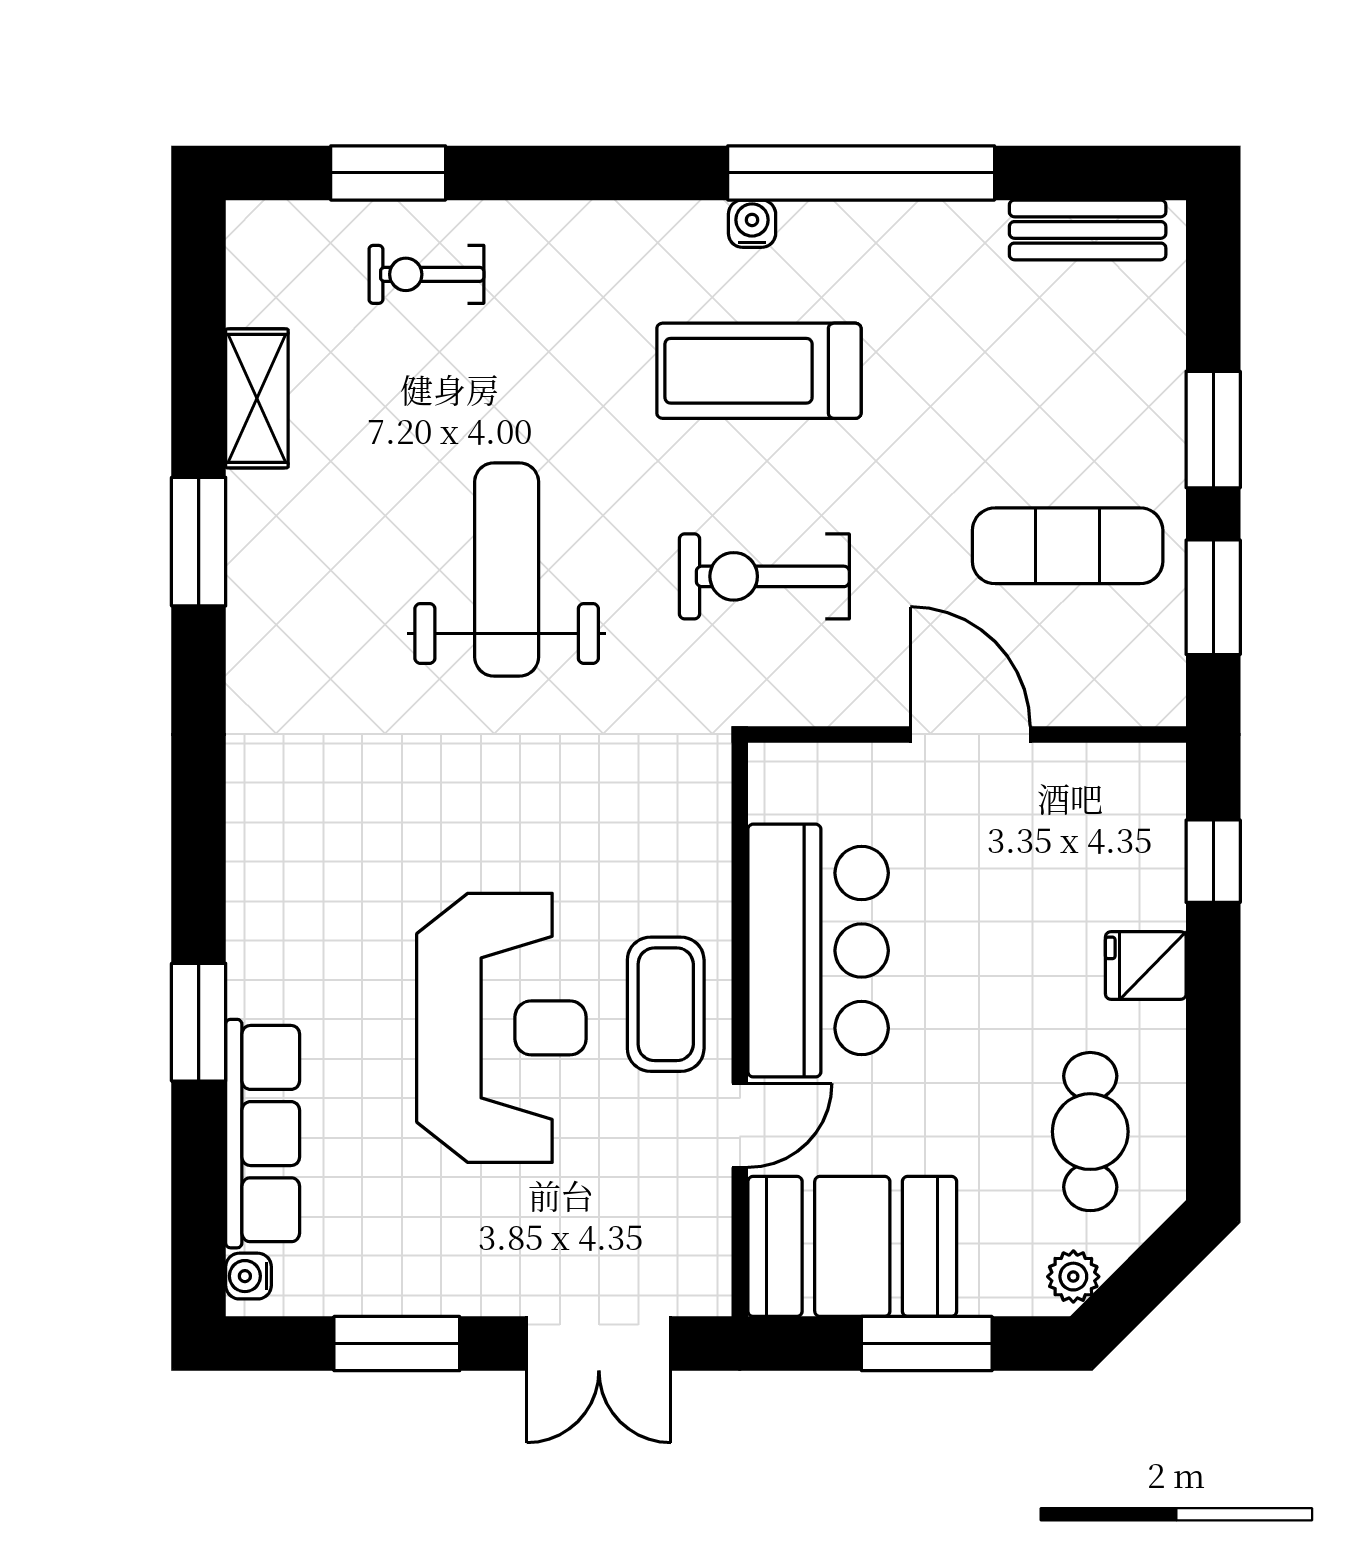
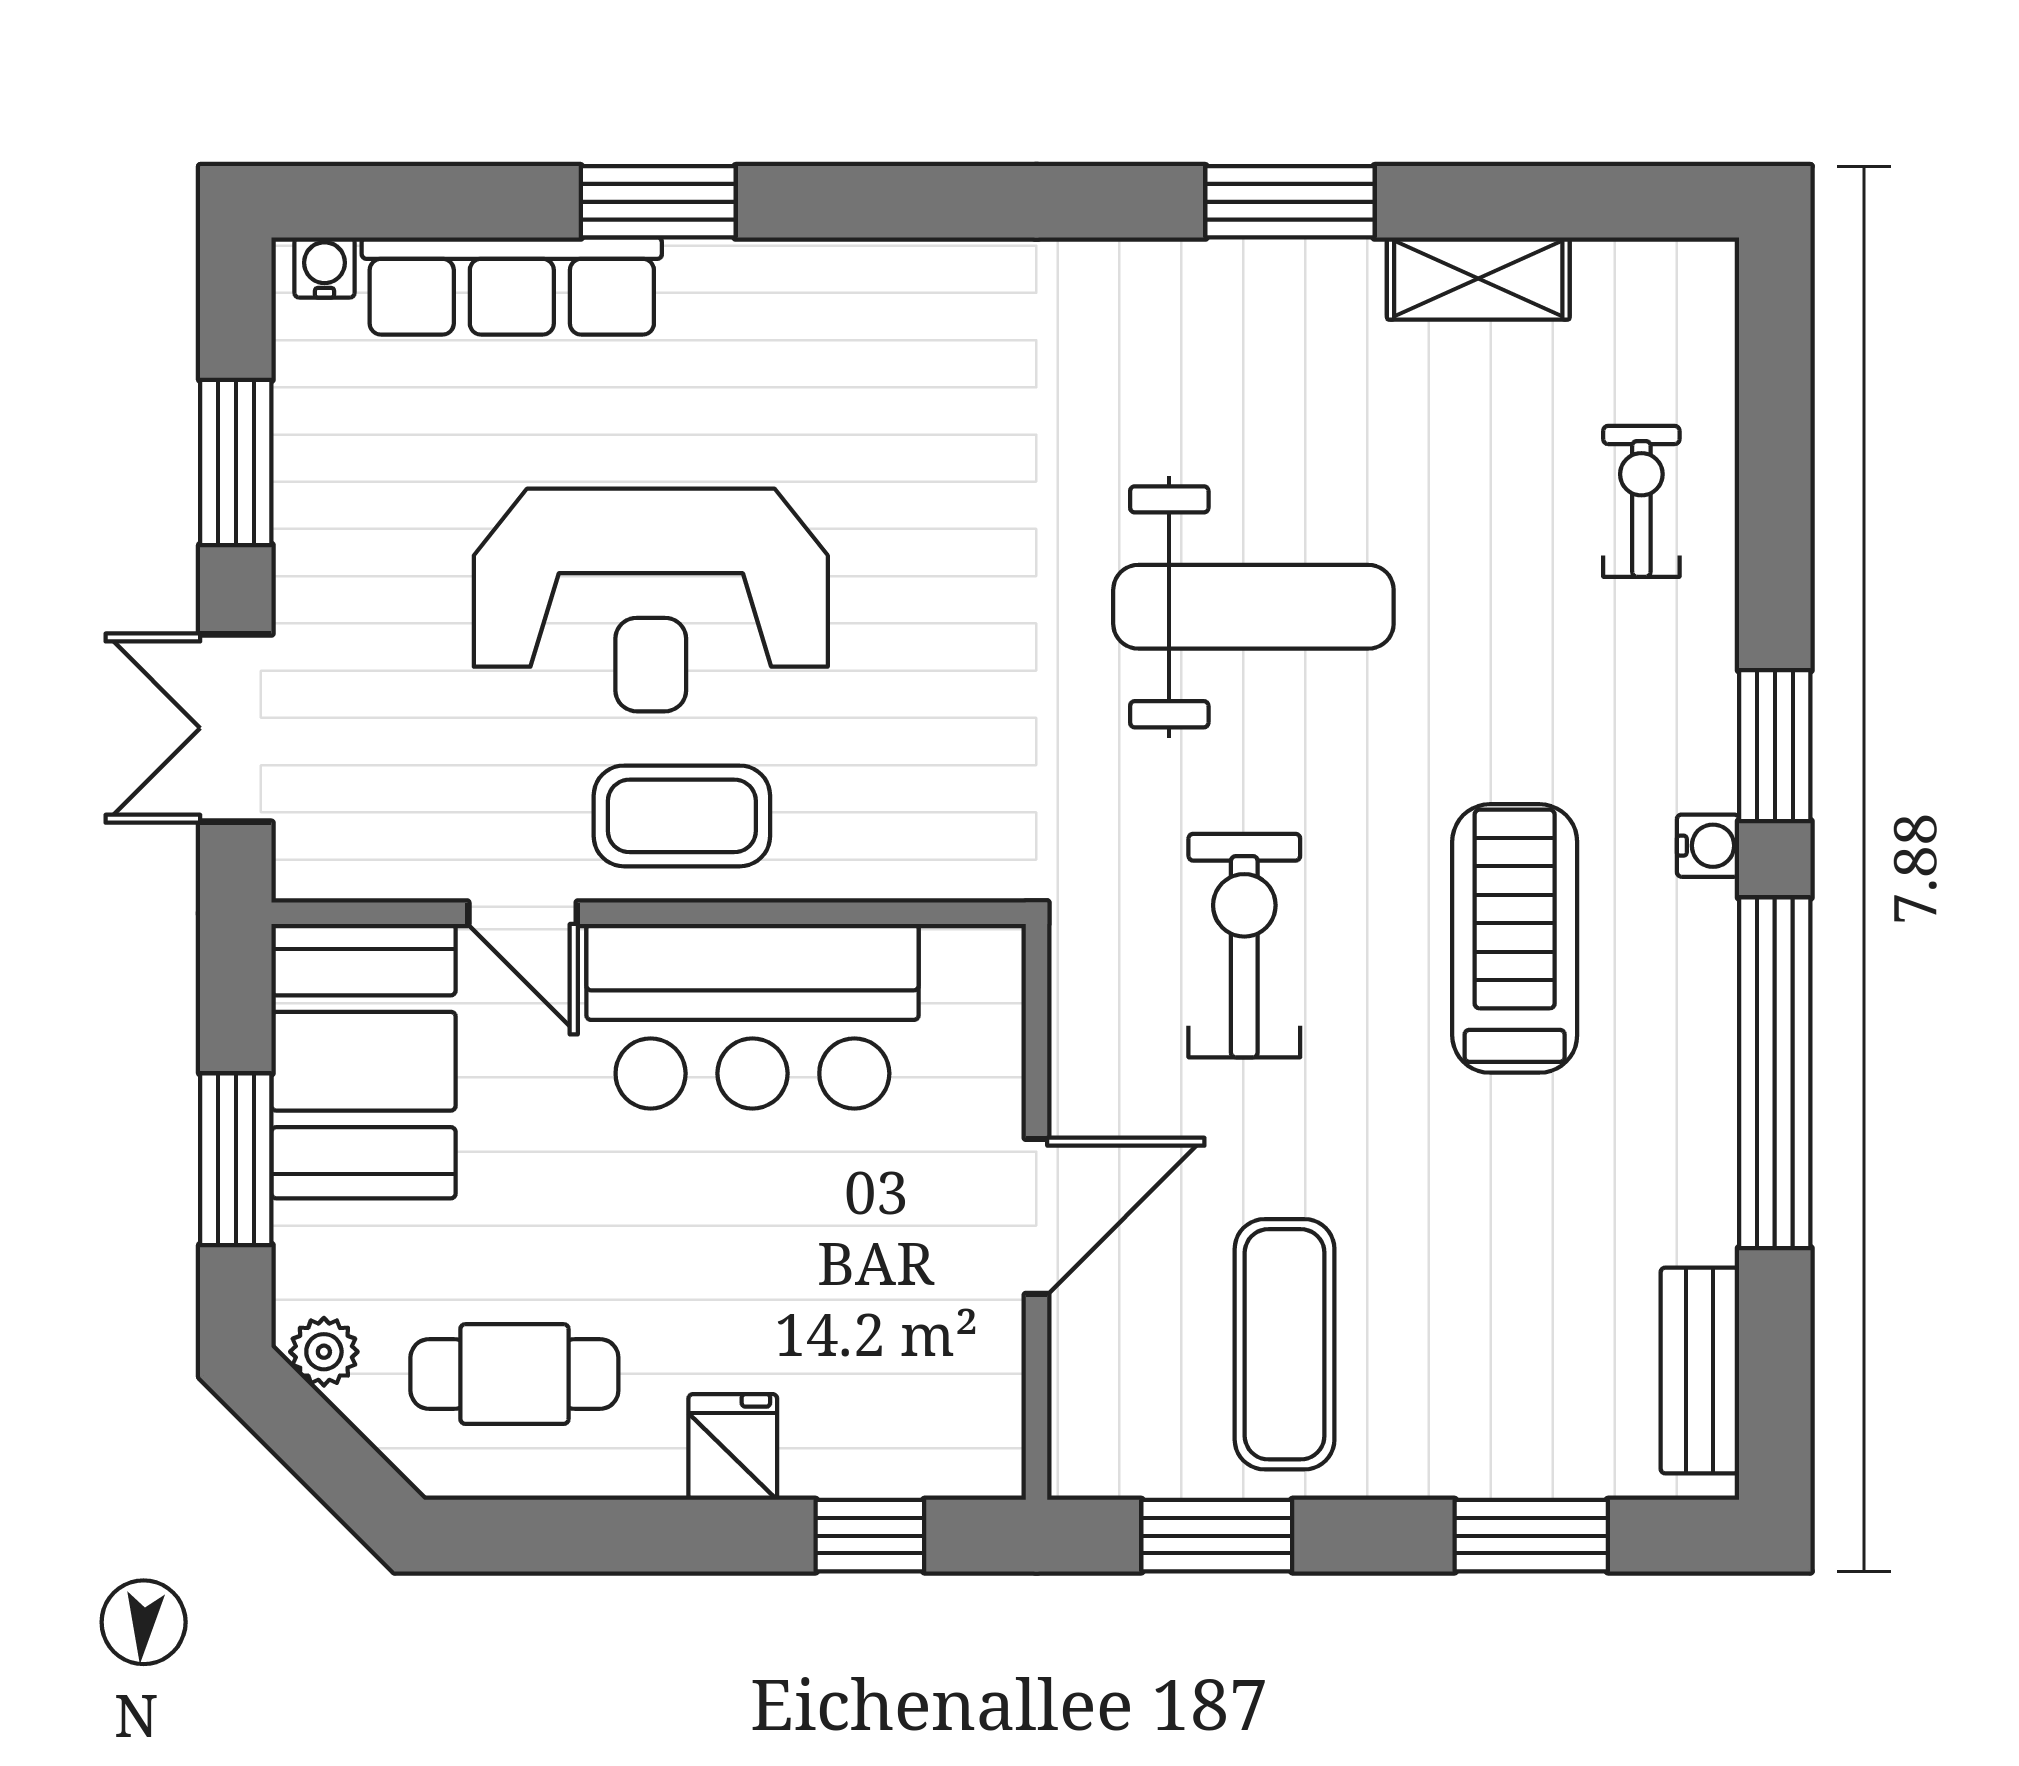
window: (388, 173) -> (1775, 746), moved
water cooler: (752, 224) -> (1708, 846), moved
window: (1213, 430) -> (1531, 1536), moved

